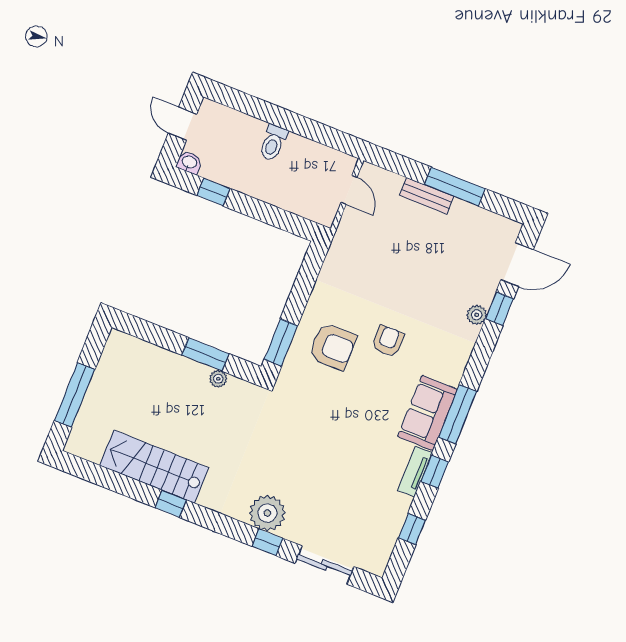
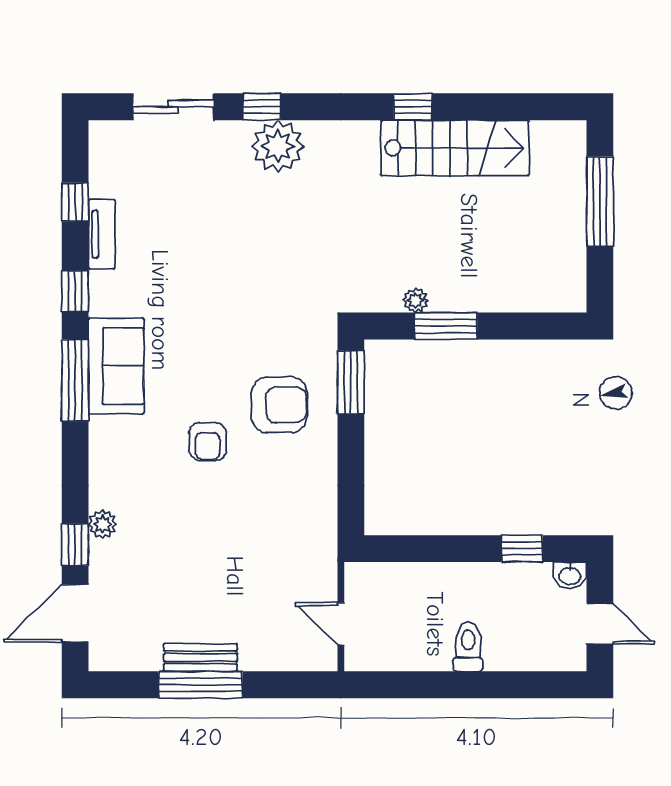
bench: (427, 196) -> (200, 657), moved
armchair: (333, 346) -> (279, 405), turned 180
tv unit: (415, 472) -> (102, 234), moved

